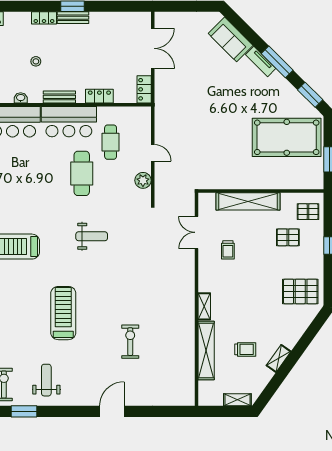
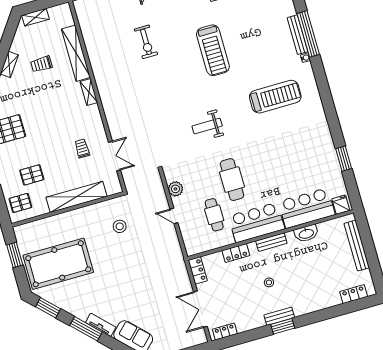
locker: (44, 18) -> (225, 332), moved
stool: (36, 61) -> (269, 282), moved
washbasin: (21, 98) -> (306, 233), width x1.91, depth x1.45
stool: (212, 158) -> (120, 226), added

